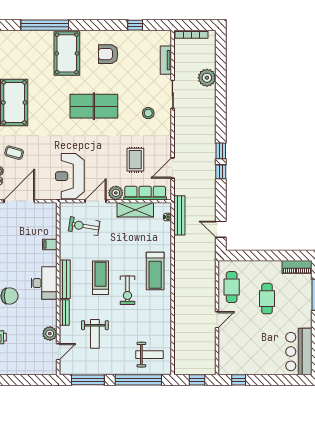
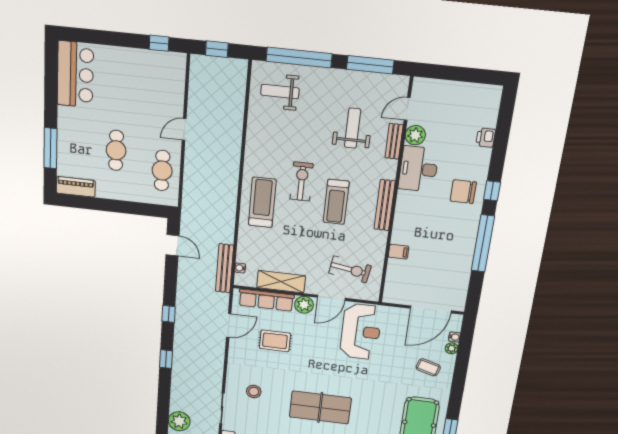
window: (221, 151) -> (166, 359), moved
rug: (135, 160) -> (275, 341), turned 90
desk: (44, 283) -> (418, 169), moved
bench: (64, 312) -> (394, 141), moved

